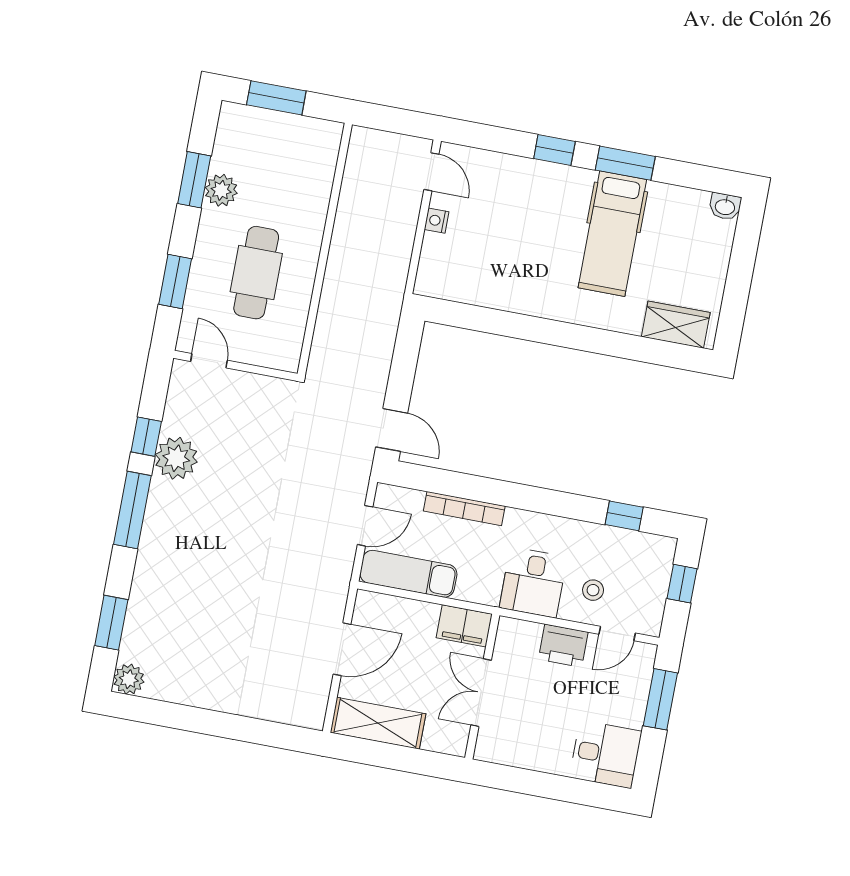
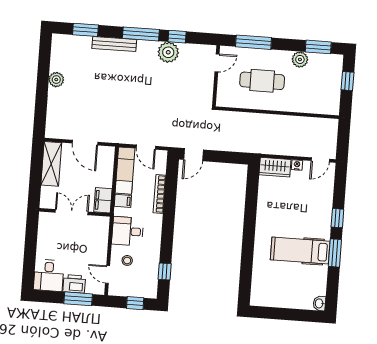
window: (276, 98) -> (348, 81), width x0.67
window: (194, 180) -> (318, 47), moved
window: (175, 282) -> (253, 42), width x1.44
wardrobe: (676, 325) -> (275, 167), moved, turned 90
bench: (147, 567) -> (114, 44), added
filing cabinet: (470, 585) -> (123, 201), added
printer: (563, 646) -> (74, 284), moved, turned 90
plant: (129, 679) -> (56, 80), moved

